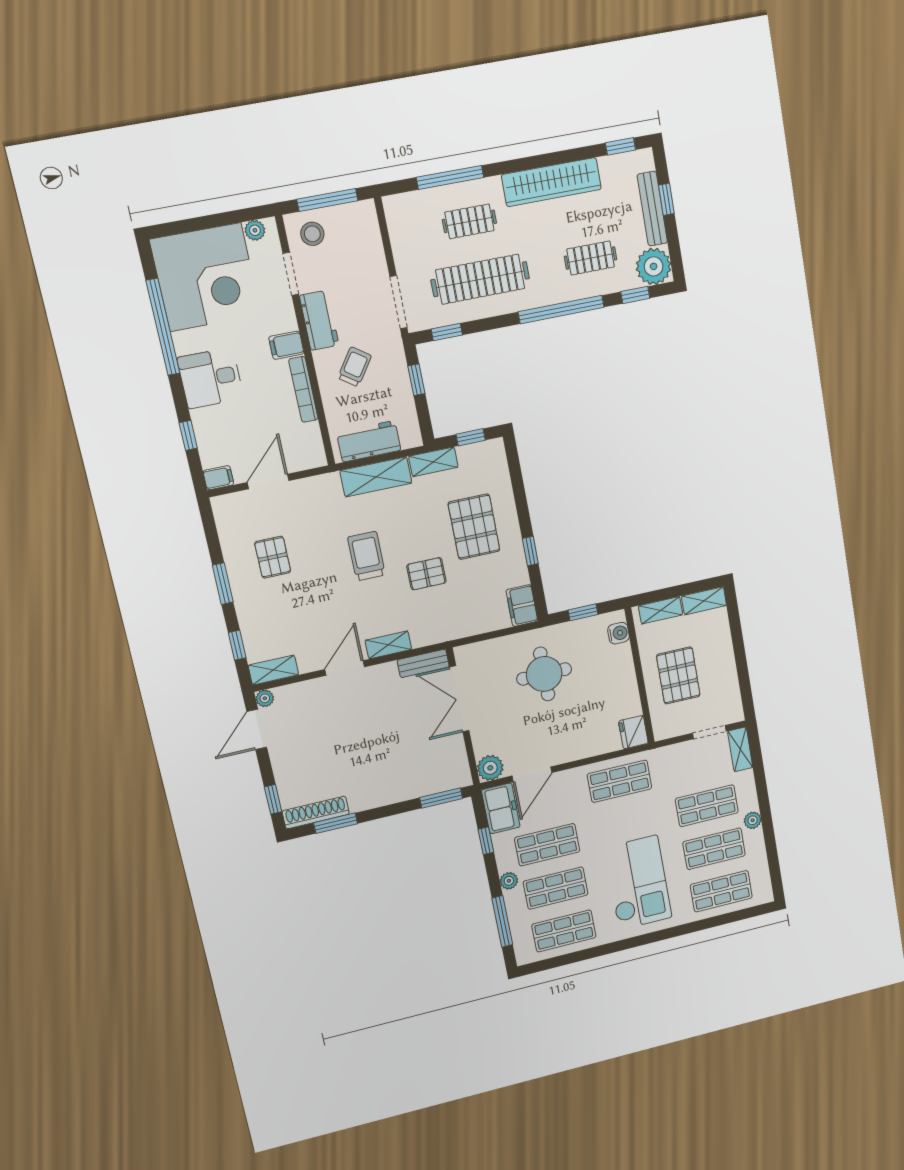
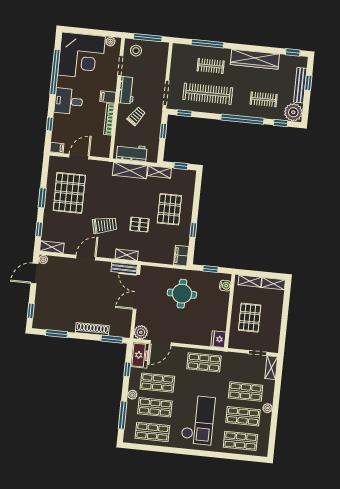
trolley: (366, 556) -> (105, 225), moved, turned 77
pallet: (273, 557) -> (69, 193), width x2.05, depth x2.00
shelving: (388, 645) -> (127, 255), moved
shoe rack: (316, 812) -> (92, 329), moved

